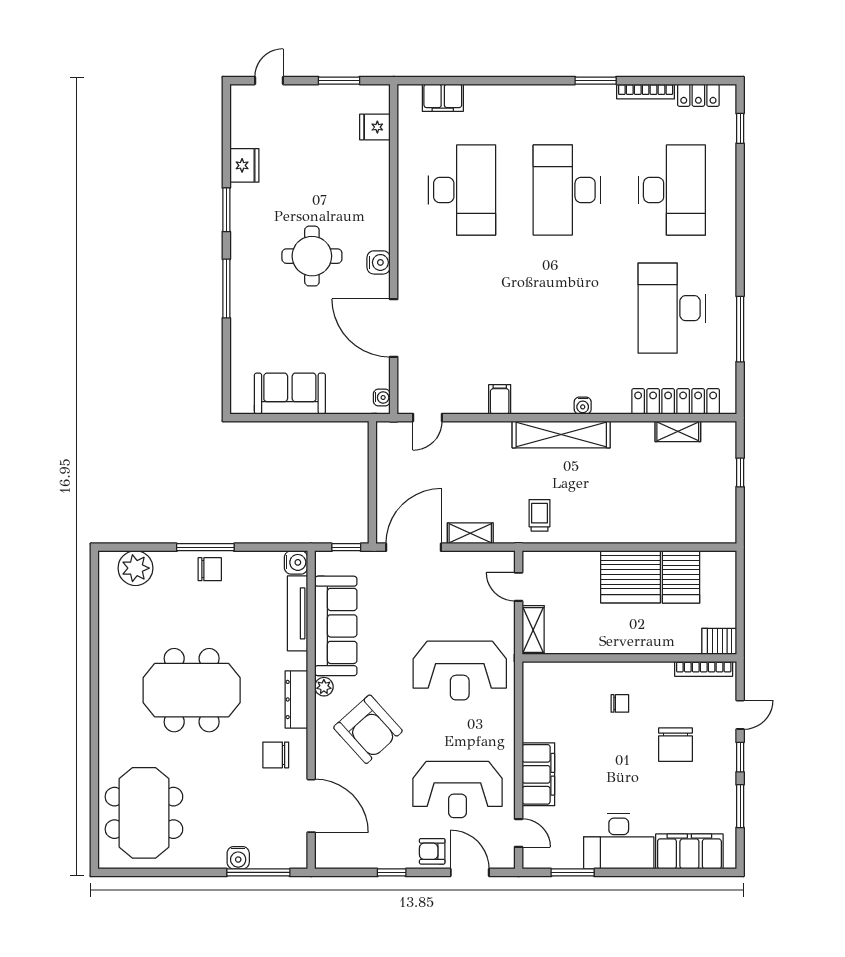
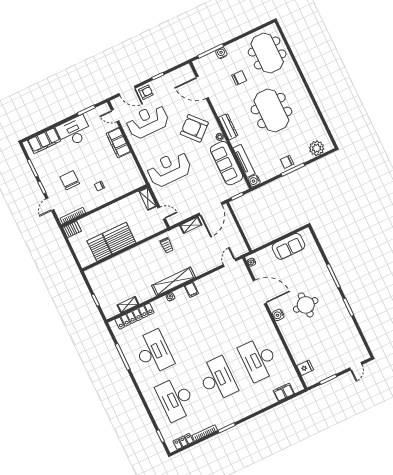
fridge: (244, 165) -> (350, 328), removed
filing cabinet: (500, 399) -> (191, 290), moved
meeting table: (192, 690) -> (271, 111), turned 90
chair: (276, 755) -> (239, 78), moved

